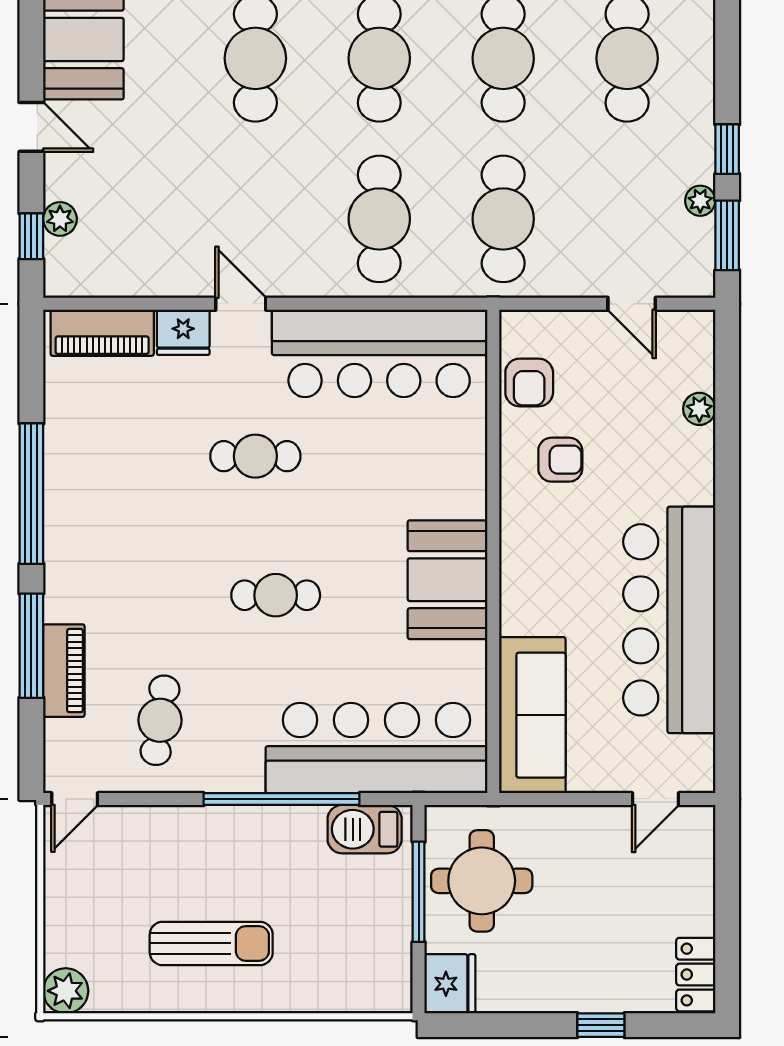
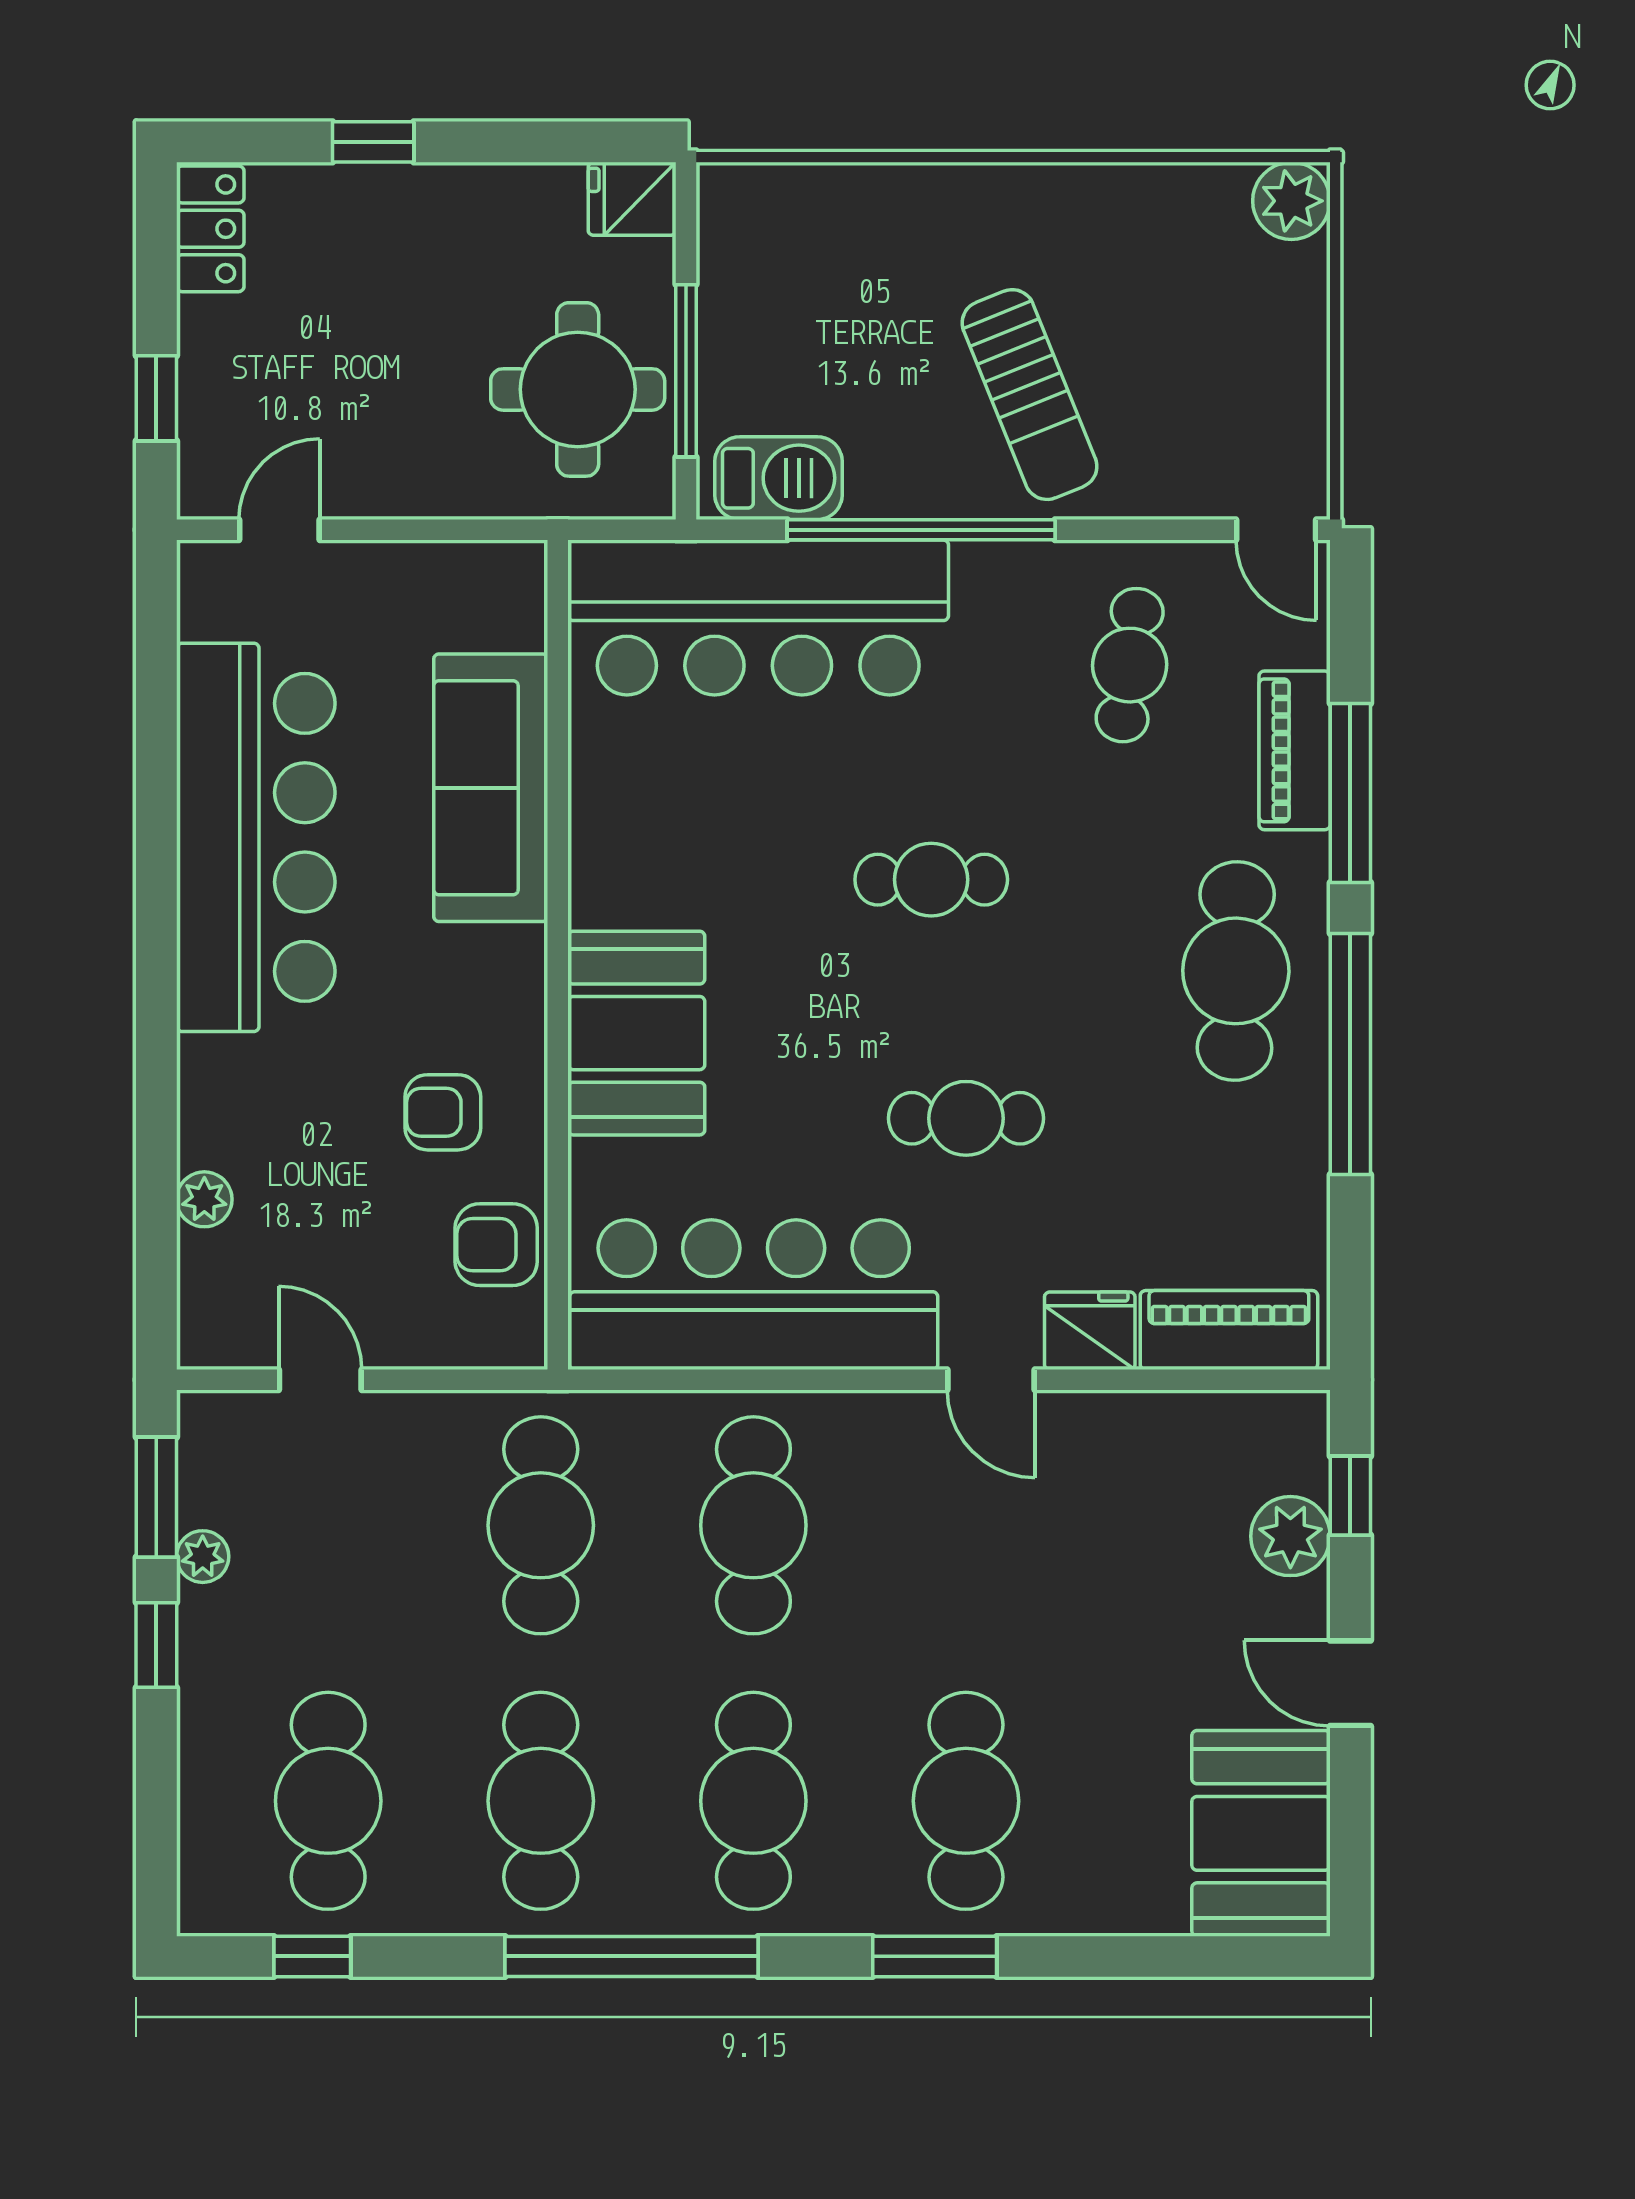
plant: (60, 219) -> (1290, 1536), width x1.38, depth x1.38
armchair: (529, 382) -> (496, 1245), turned -90
cafe table: (98, 542) -> (1236, 971), added
booth: (448, 580) -> (636, 1033), moved
sofa: (532, 715) -> (491, 788), moved
door: (75, 799) -> (1276, 530), swing flipped
window: (727, 876) -> (156, 398), added
sun lounger: (211, 943) -> (1030, 395), moved, turned -112
fridge: (450, 984) -> (632, 199), width x0.72

